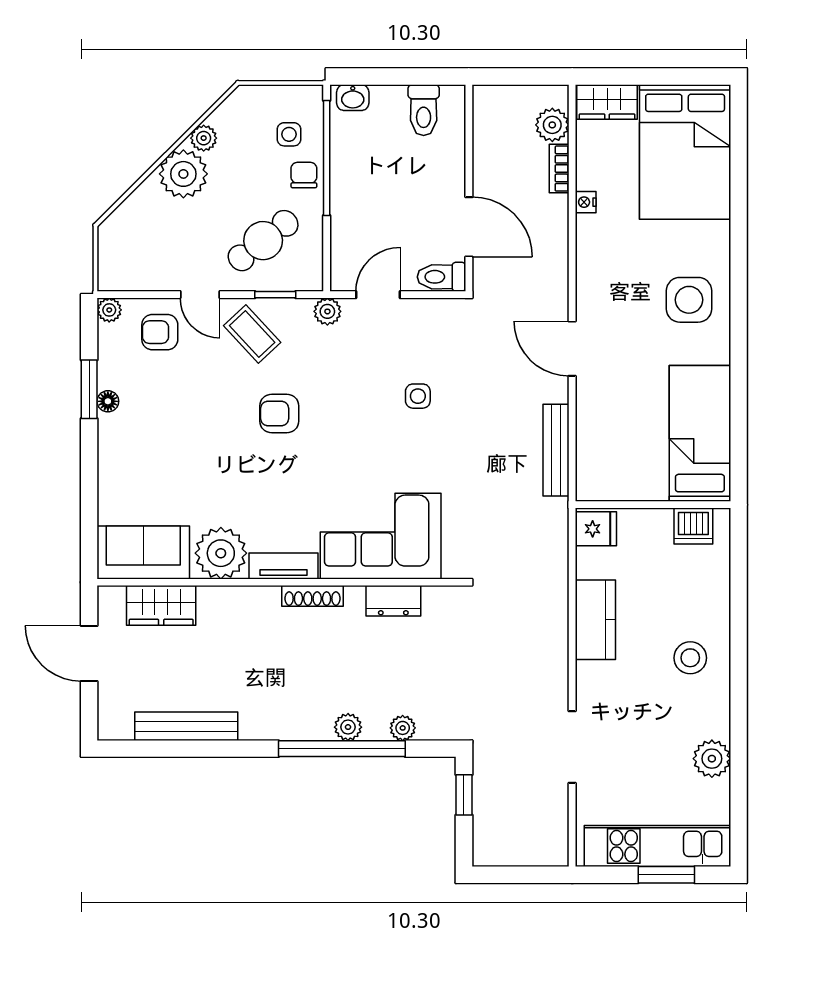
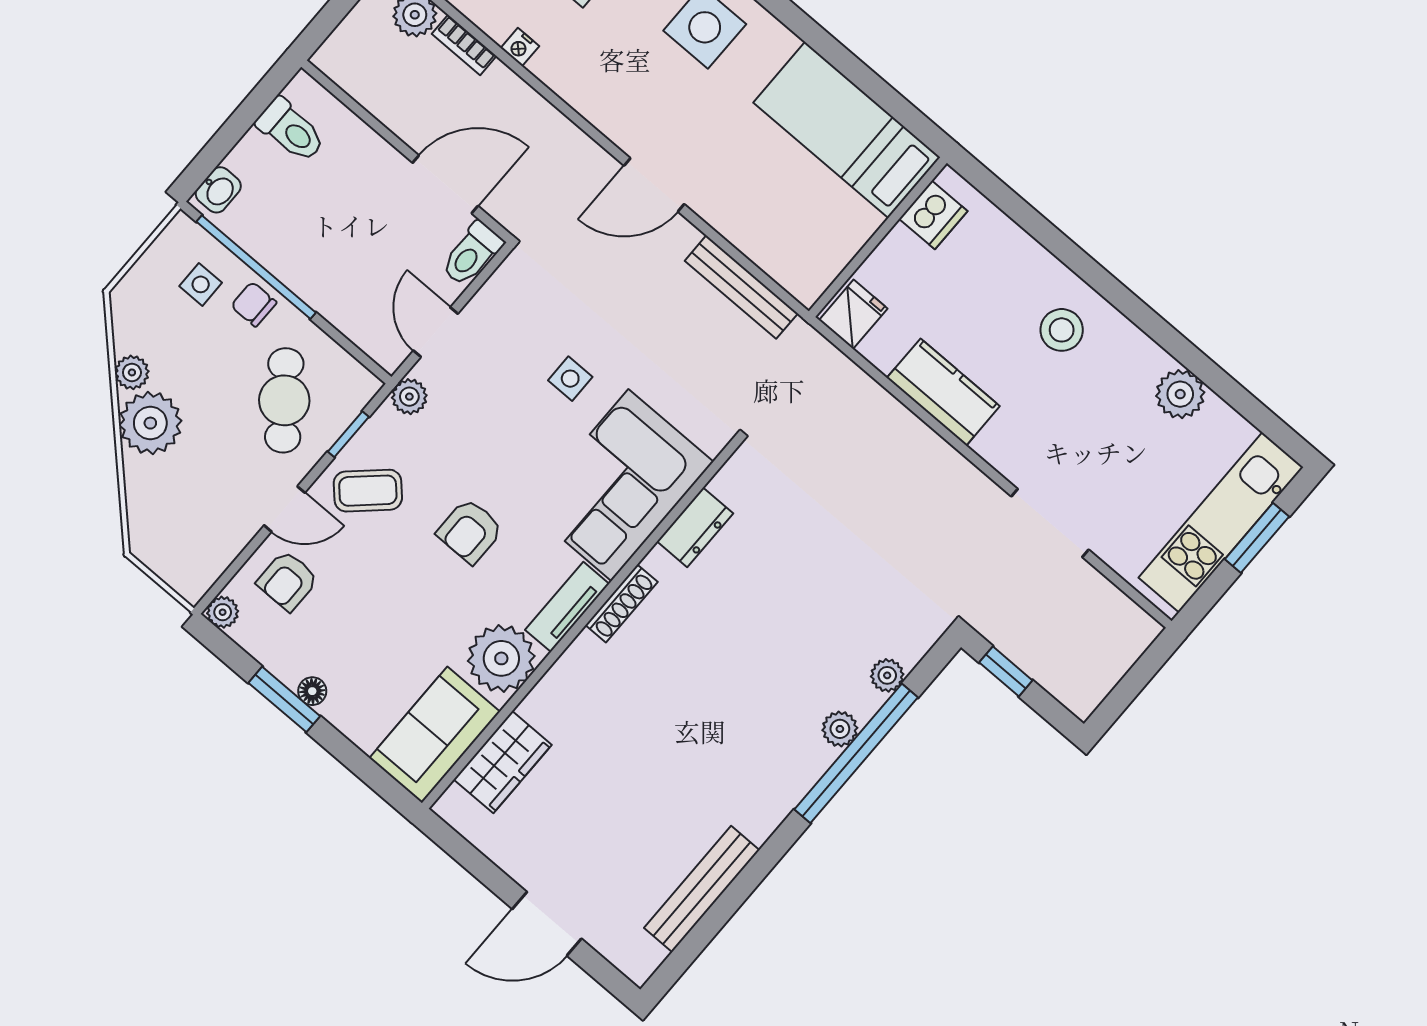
corner sofa: (381, 536) -> (620, 485), moved
sofa: (143, 552) -> (435, 735), moved
plant: (221, 553) -> (501, 658), moved
tv unit: (284, 566) -> (567, 607), moved
wall: (281, 582) -> (582, 623), moved
shoe rack: (312, 596) -> (622, 604), moved
dresser: (393, 601) -> (695, 527), moved
wardrobe: (161, 605) -> (503, 762), moved

